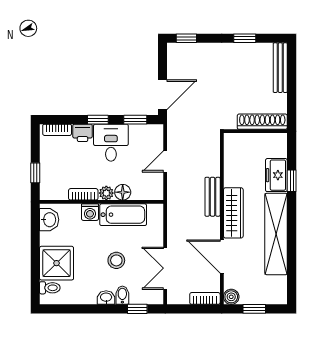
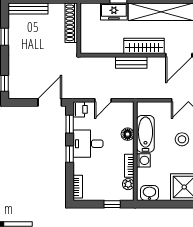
door: (163, 95) -> (50, 102), hinge flipped
printer: (83, 133) -> (80, 109), moved
door: (165, 161) -> (103, 100), hinge flipped
plant: (106, 193) -> (128, 184), moved

